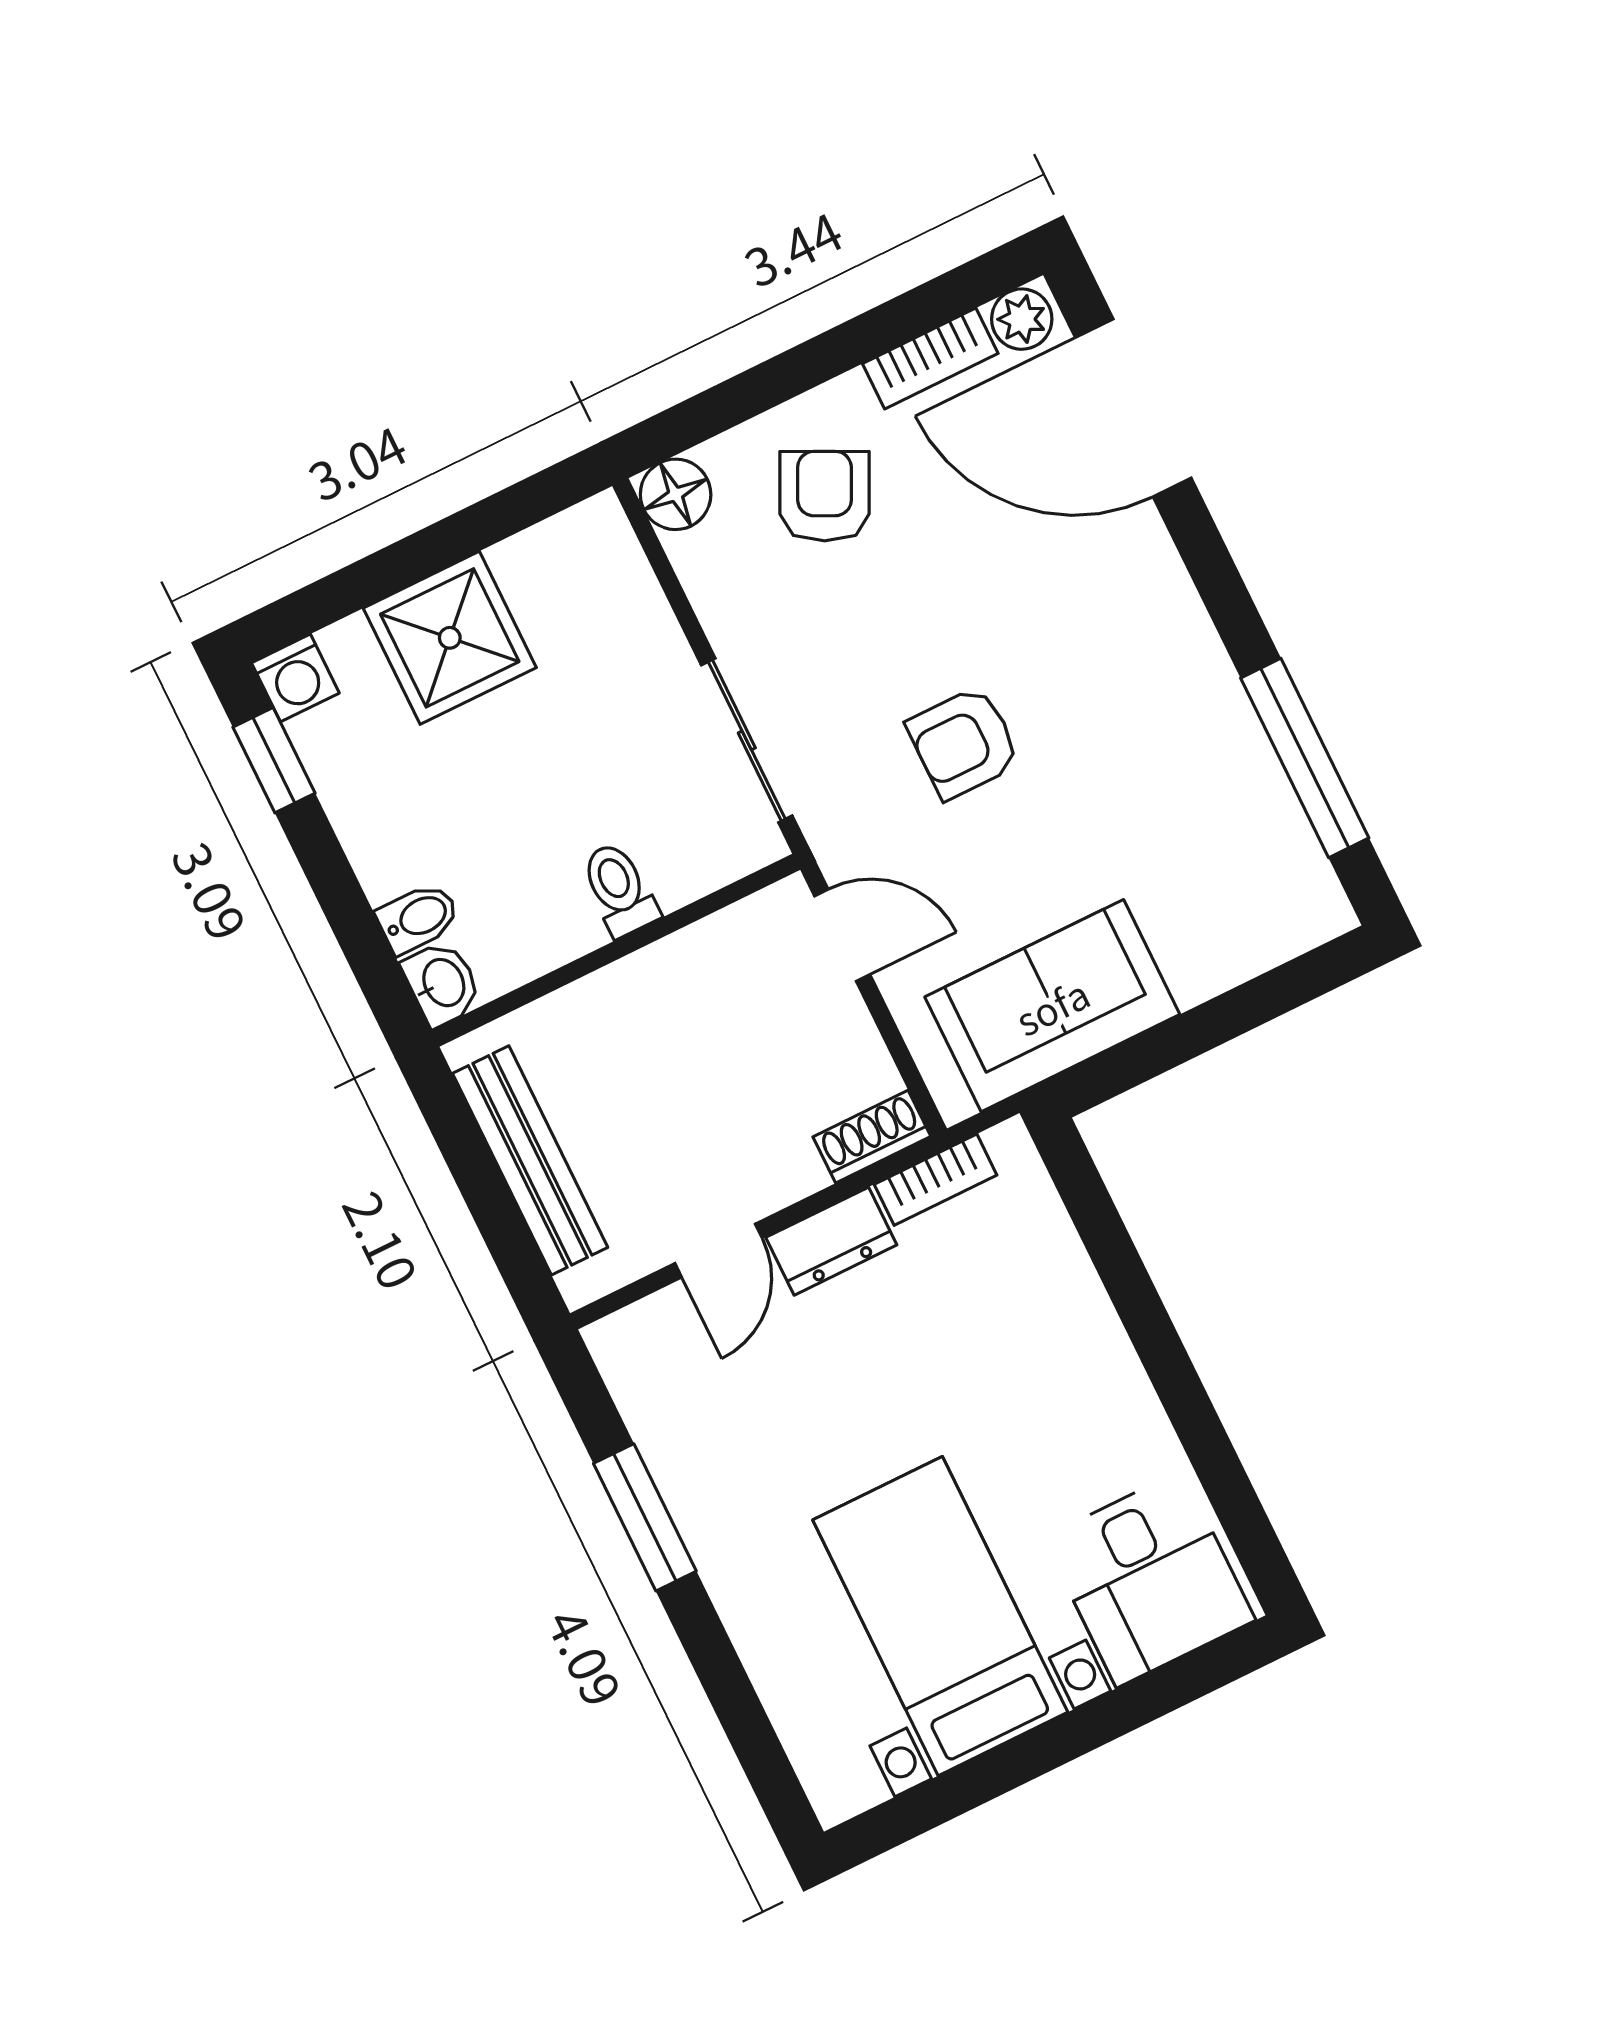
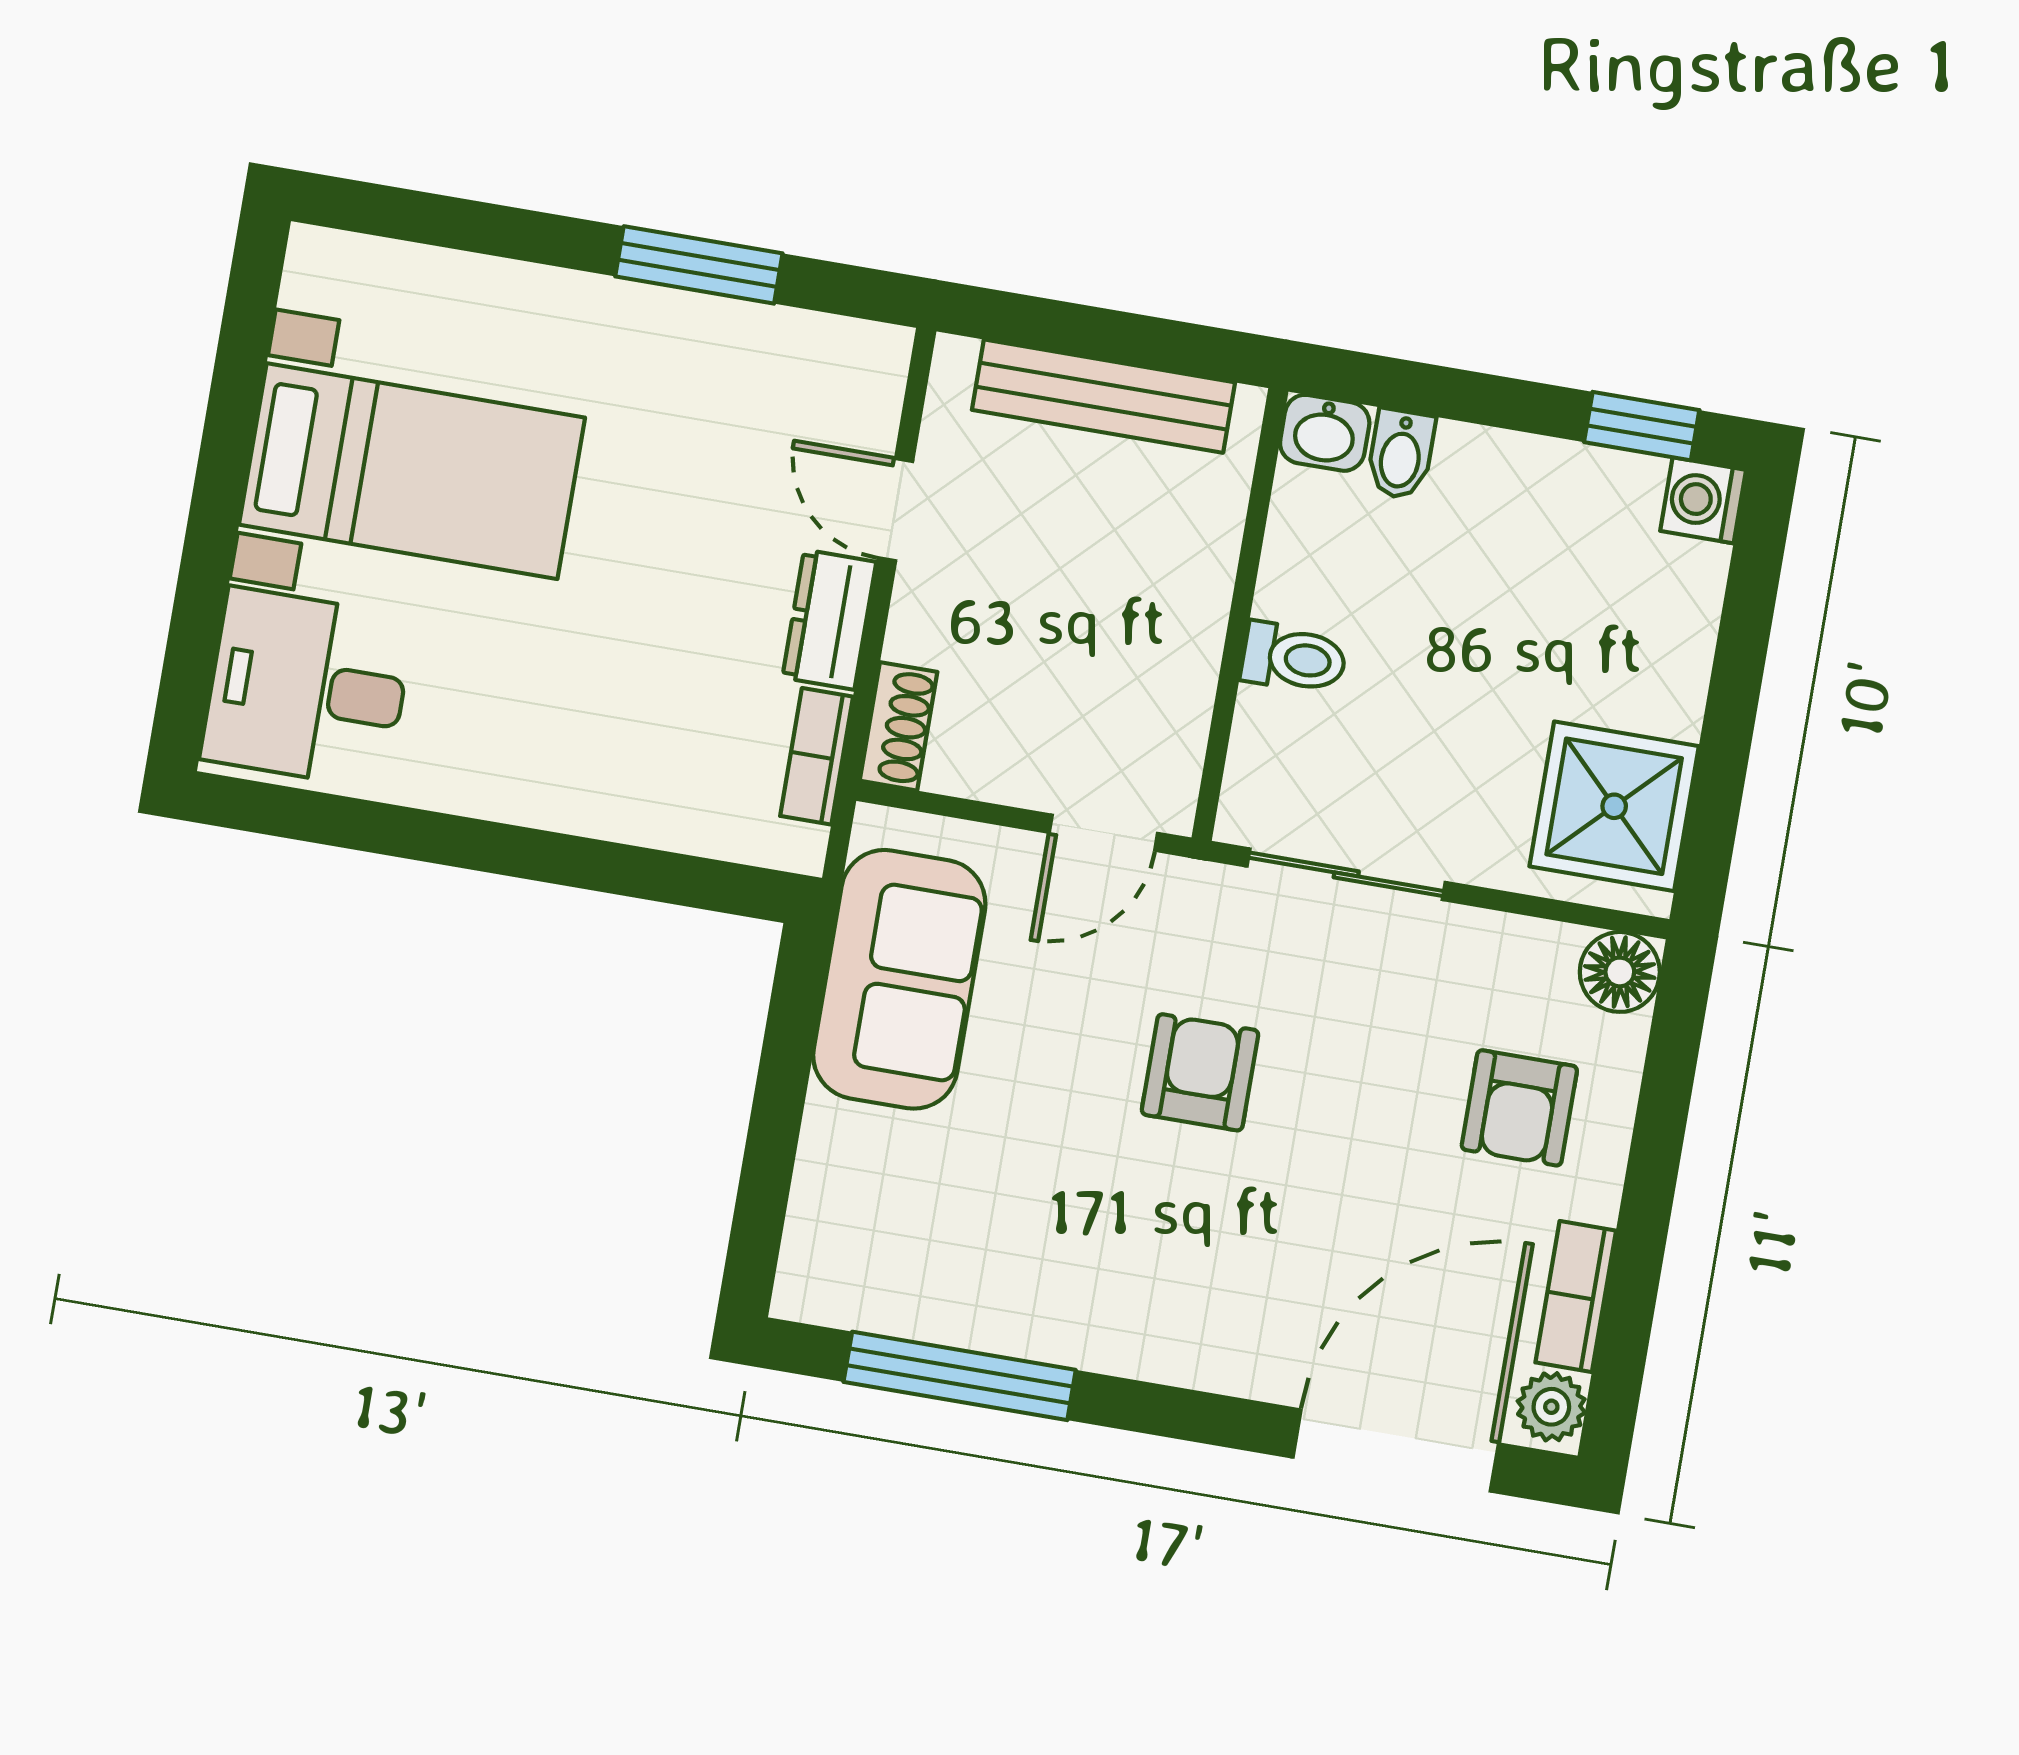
armchair: (825, 496) -> (1519, 1108), turned 64
shower: (450, 638) -> (1614, 806), moved

